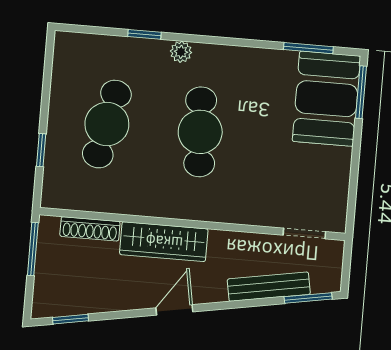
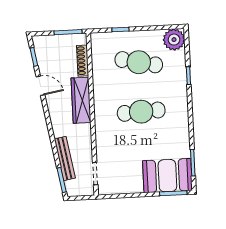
plant: (181, 52) -> (174, 40), moved, width x1.87, depth x1.87
door: (174, 310) -> (40, 86), moved

